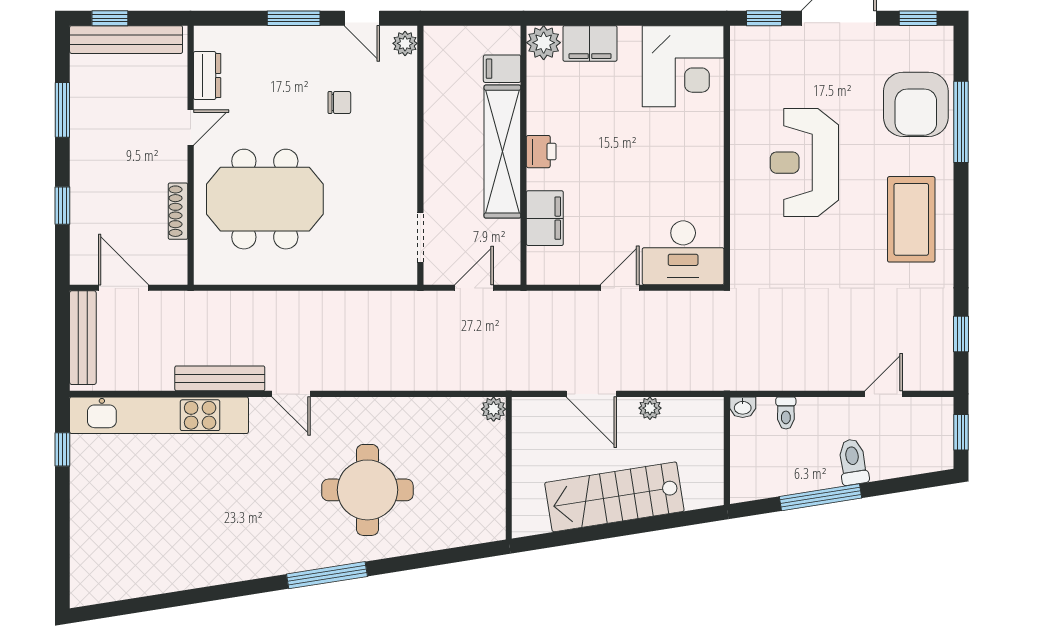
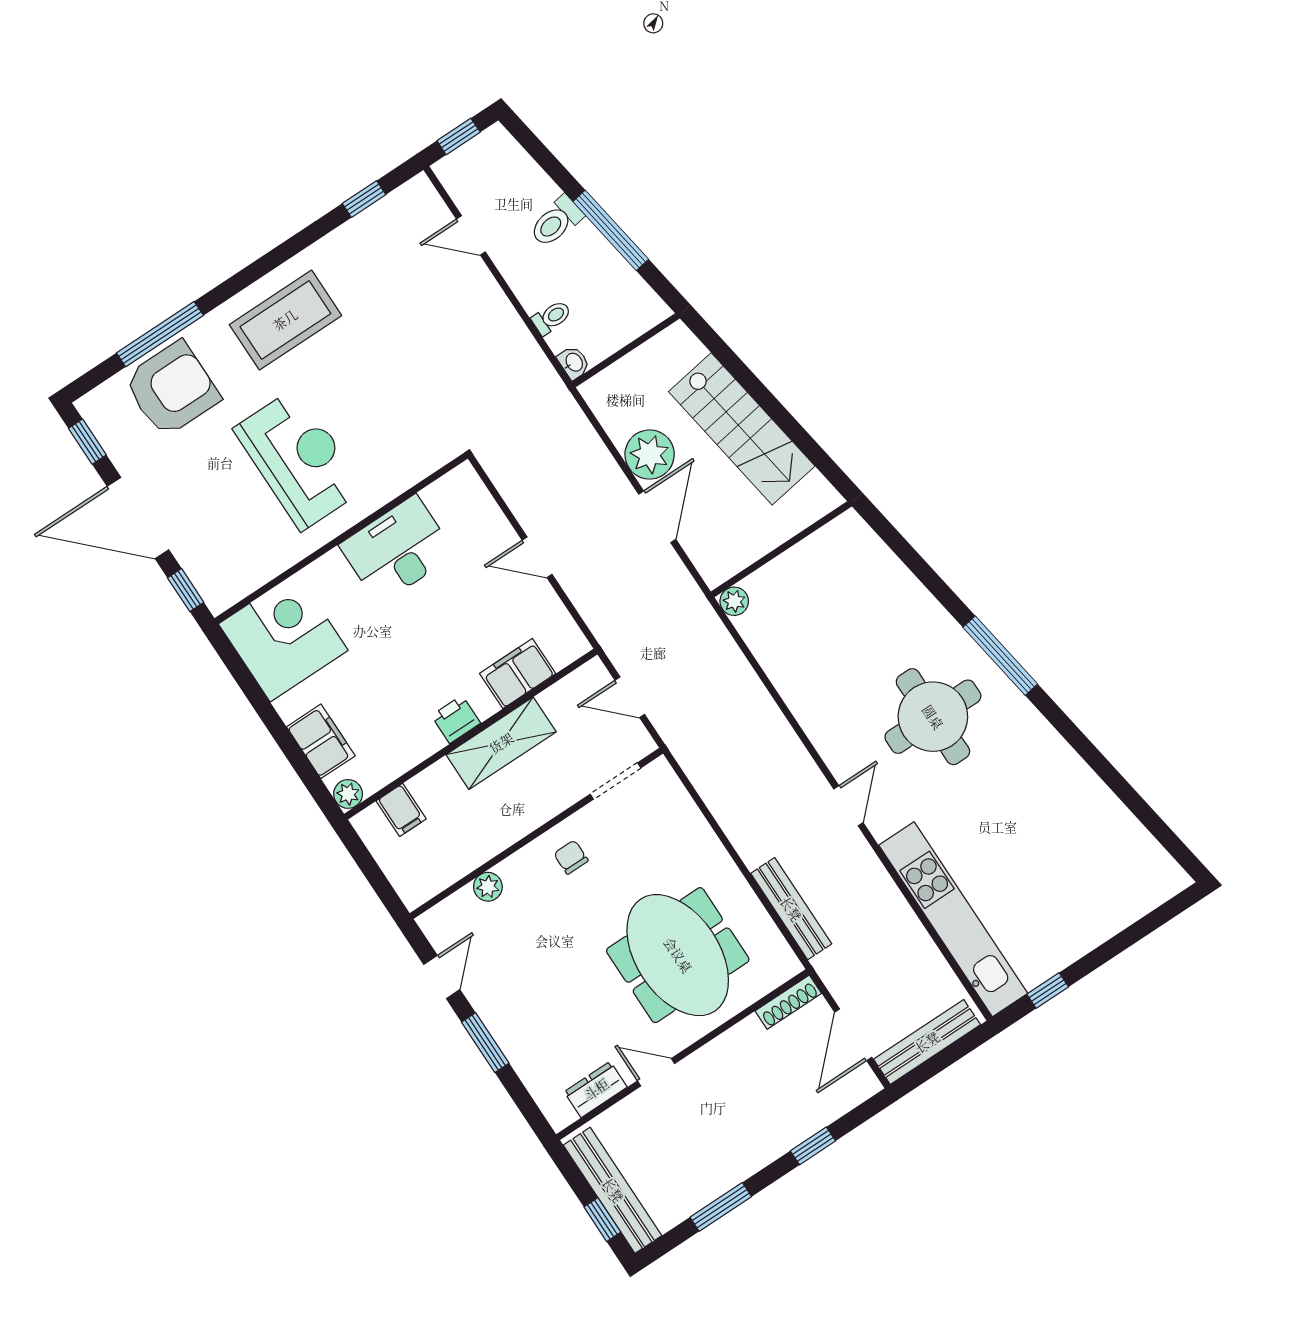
plant: (405, 43) -> (488, 887), moved
plant: (544, 43) -> (348, 794), width x0.73, depth x0.73
chair: (339, 102) -> (571, 857), moved
shelving: (502, 152) -> (501, 743), width x0.68
reception desk: (804, 163) -> (299, 459), turned -90
shoe rack: (178, 211) -> (788, 1002), moved
desk: (683, 253) -> (397, 550), moved, turned -90
bench: (220, 378) -> (791, 909), moved
plant: (650, 408) -> (650, 455), width x1.88, depth x1.88
round table: (367, 490) -> (933, 717), moved

